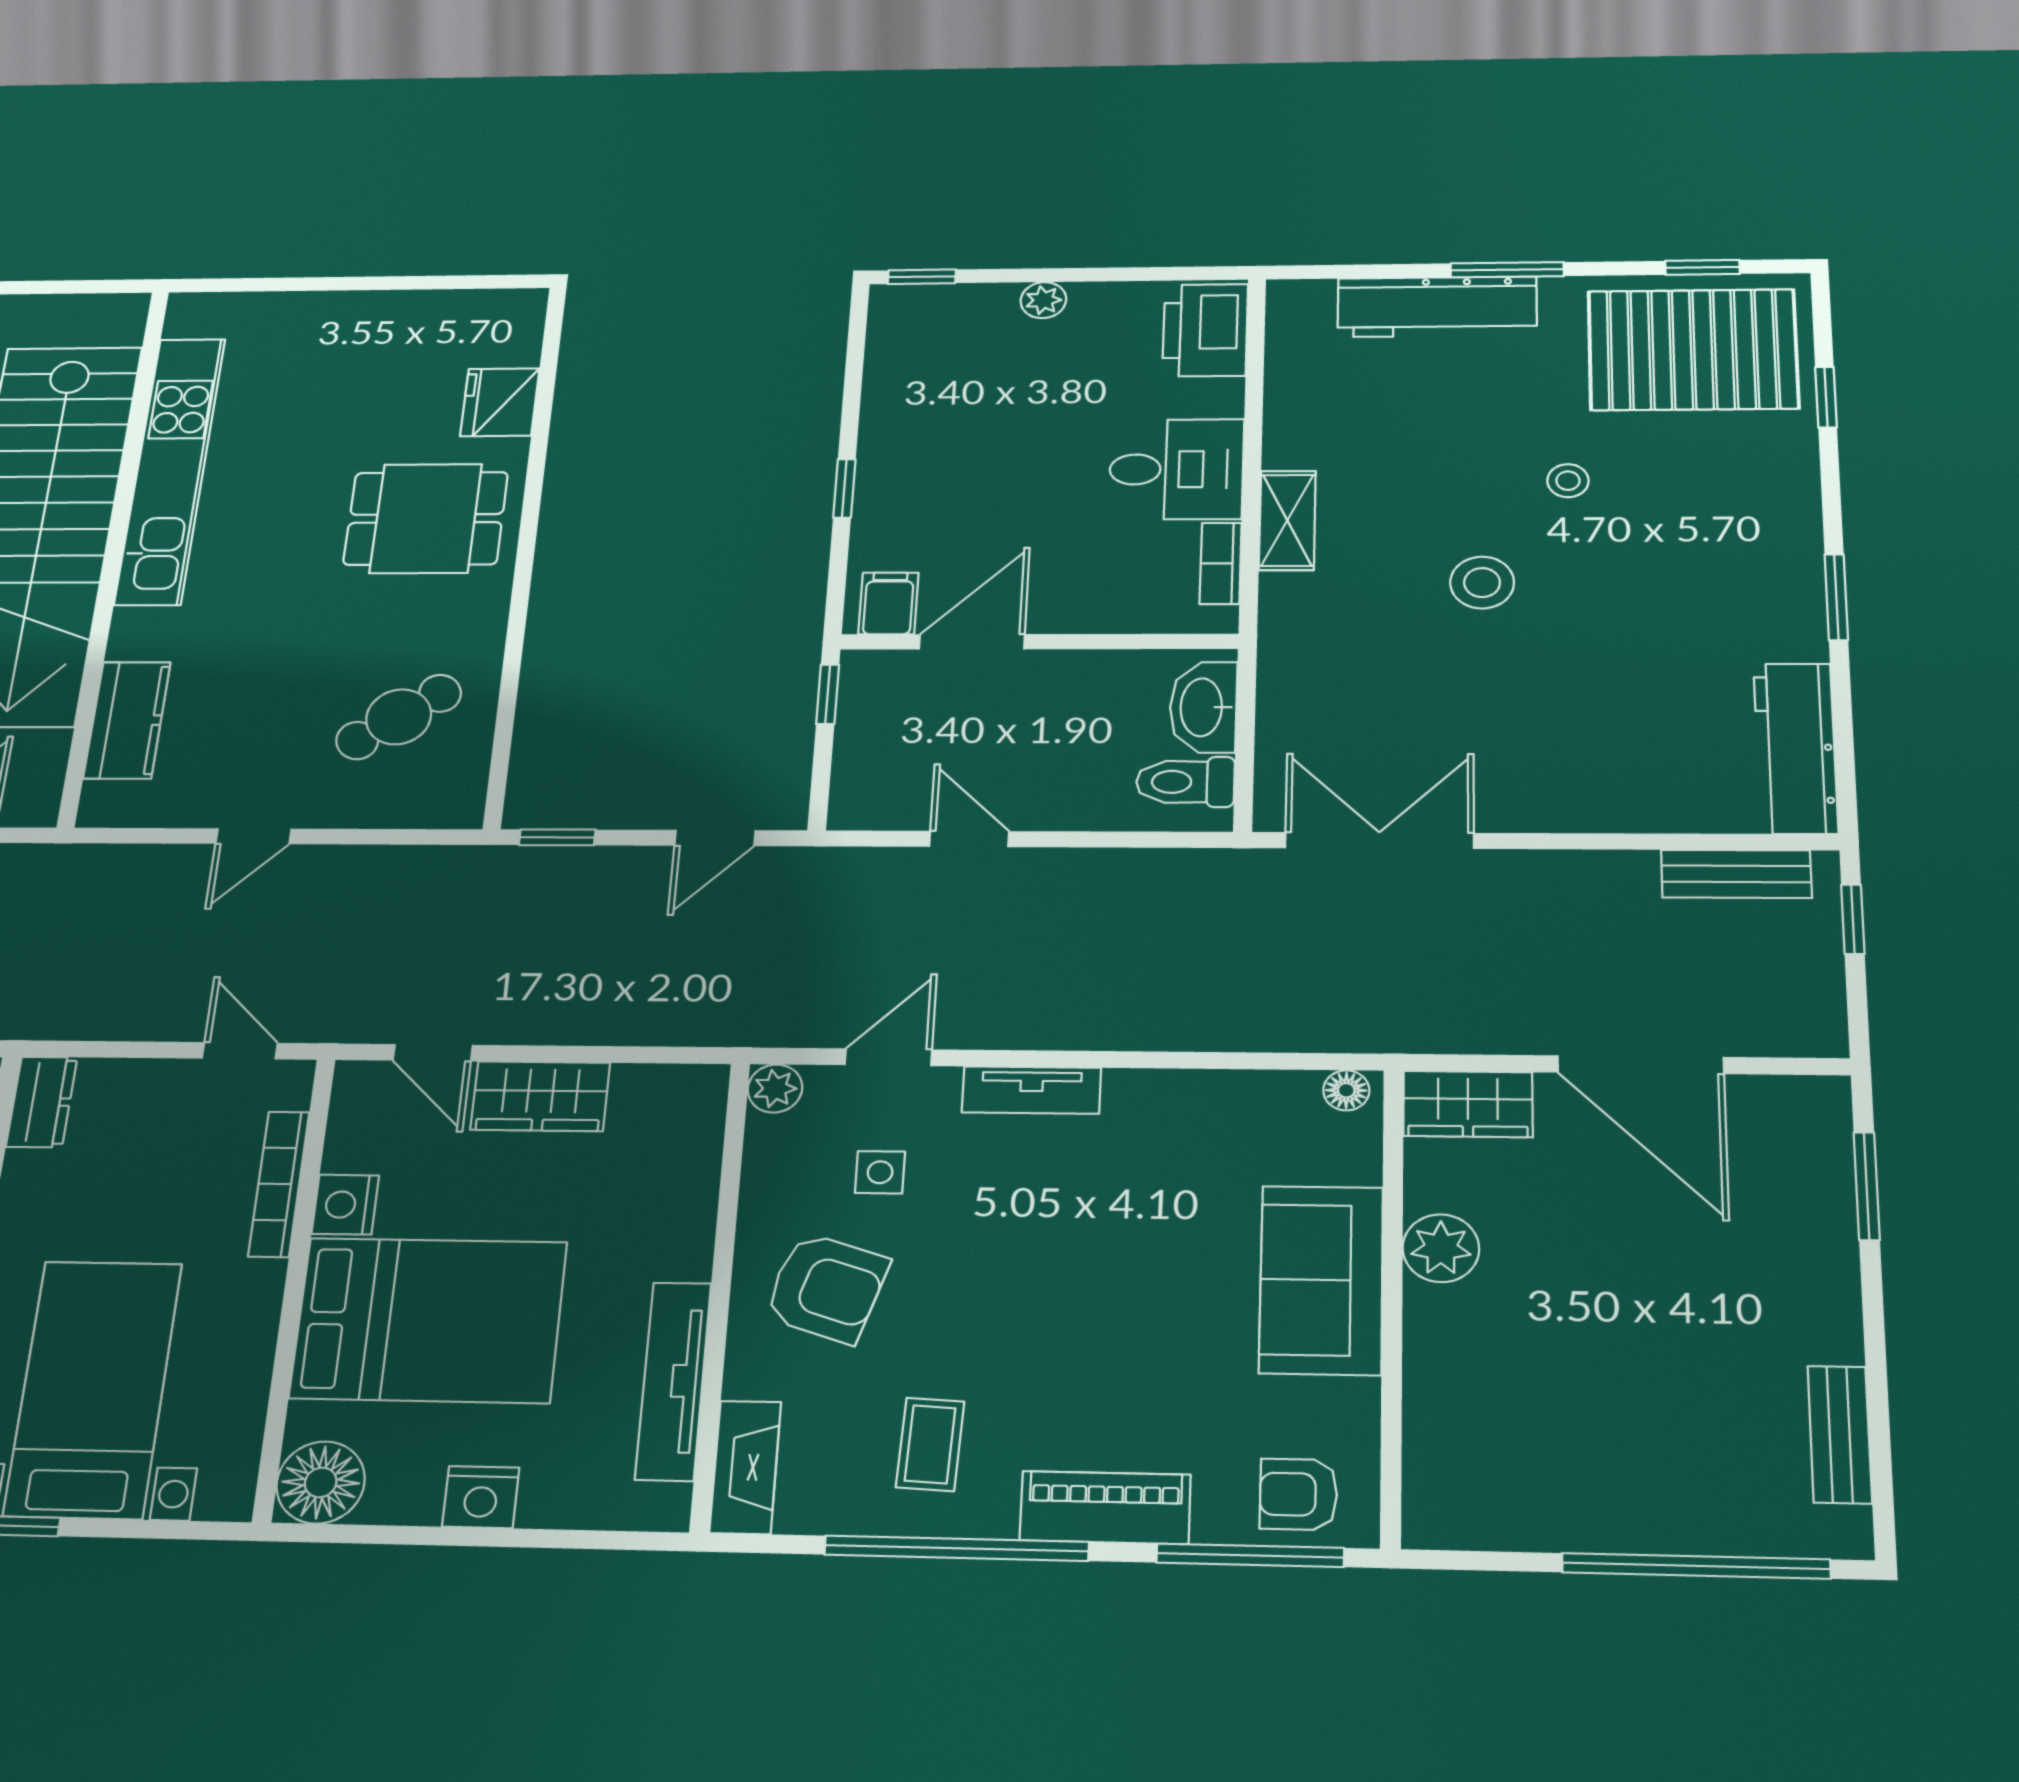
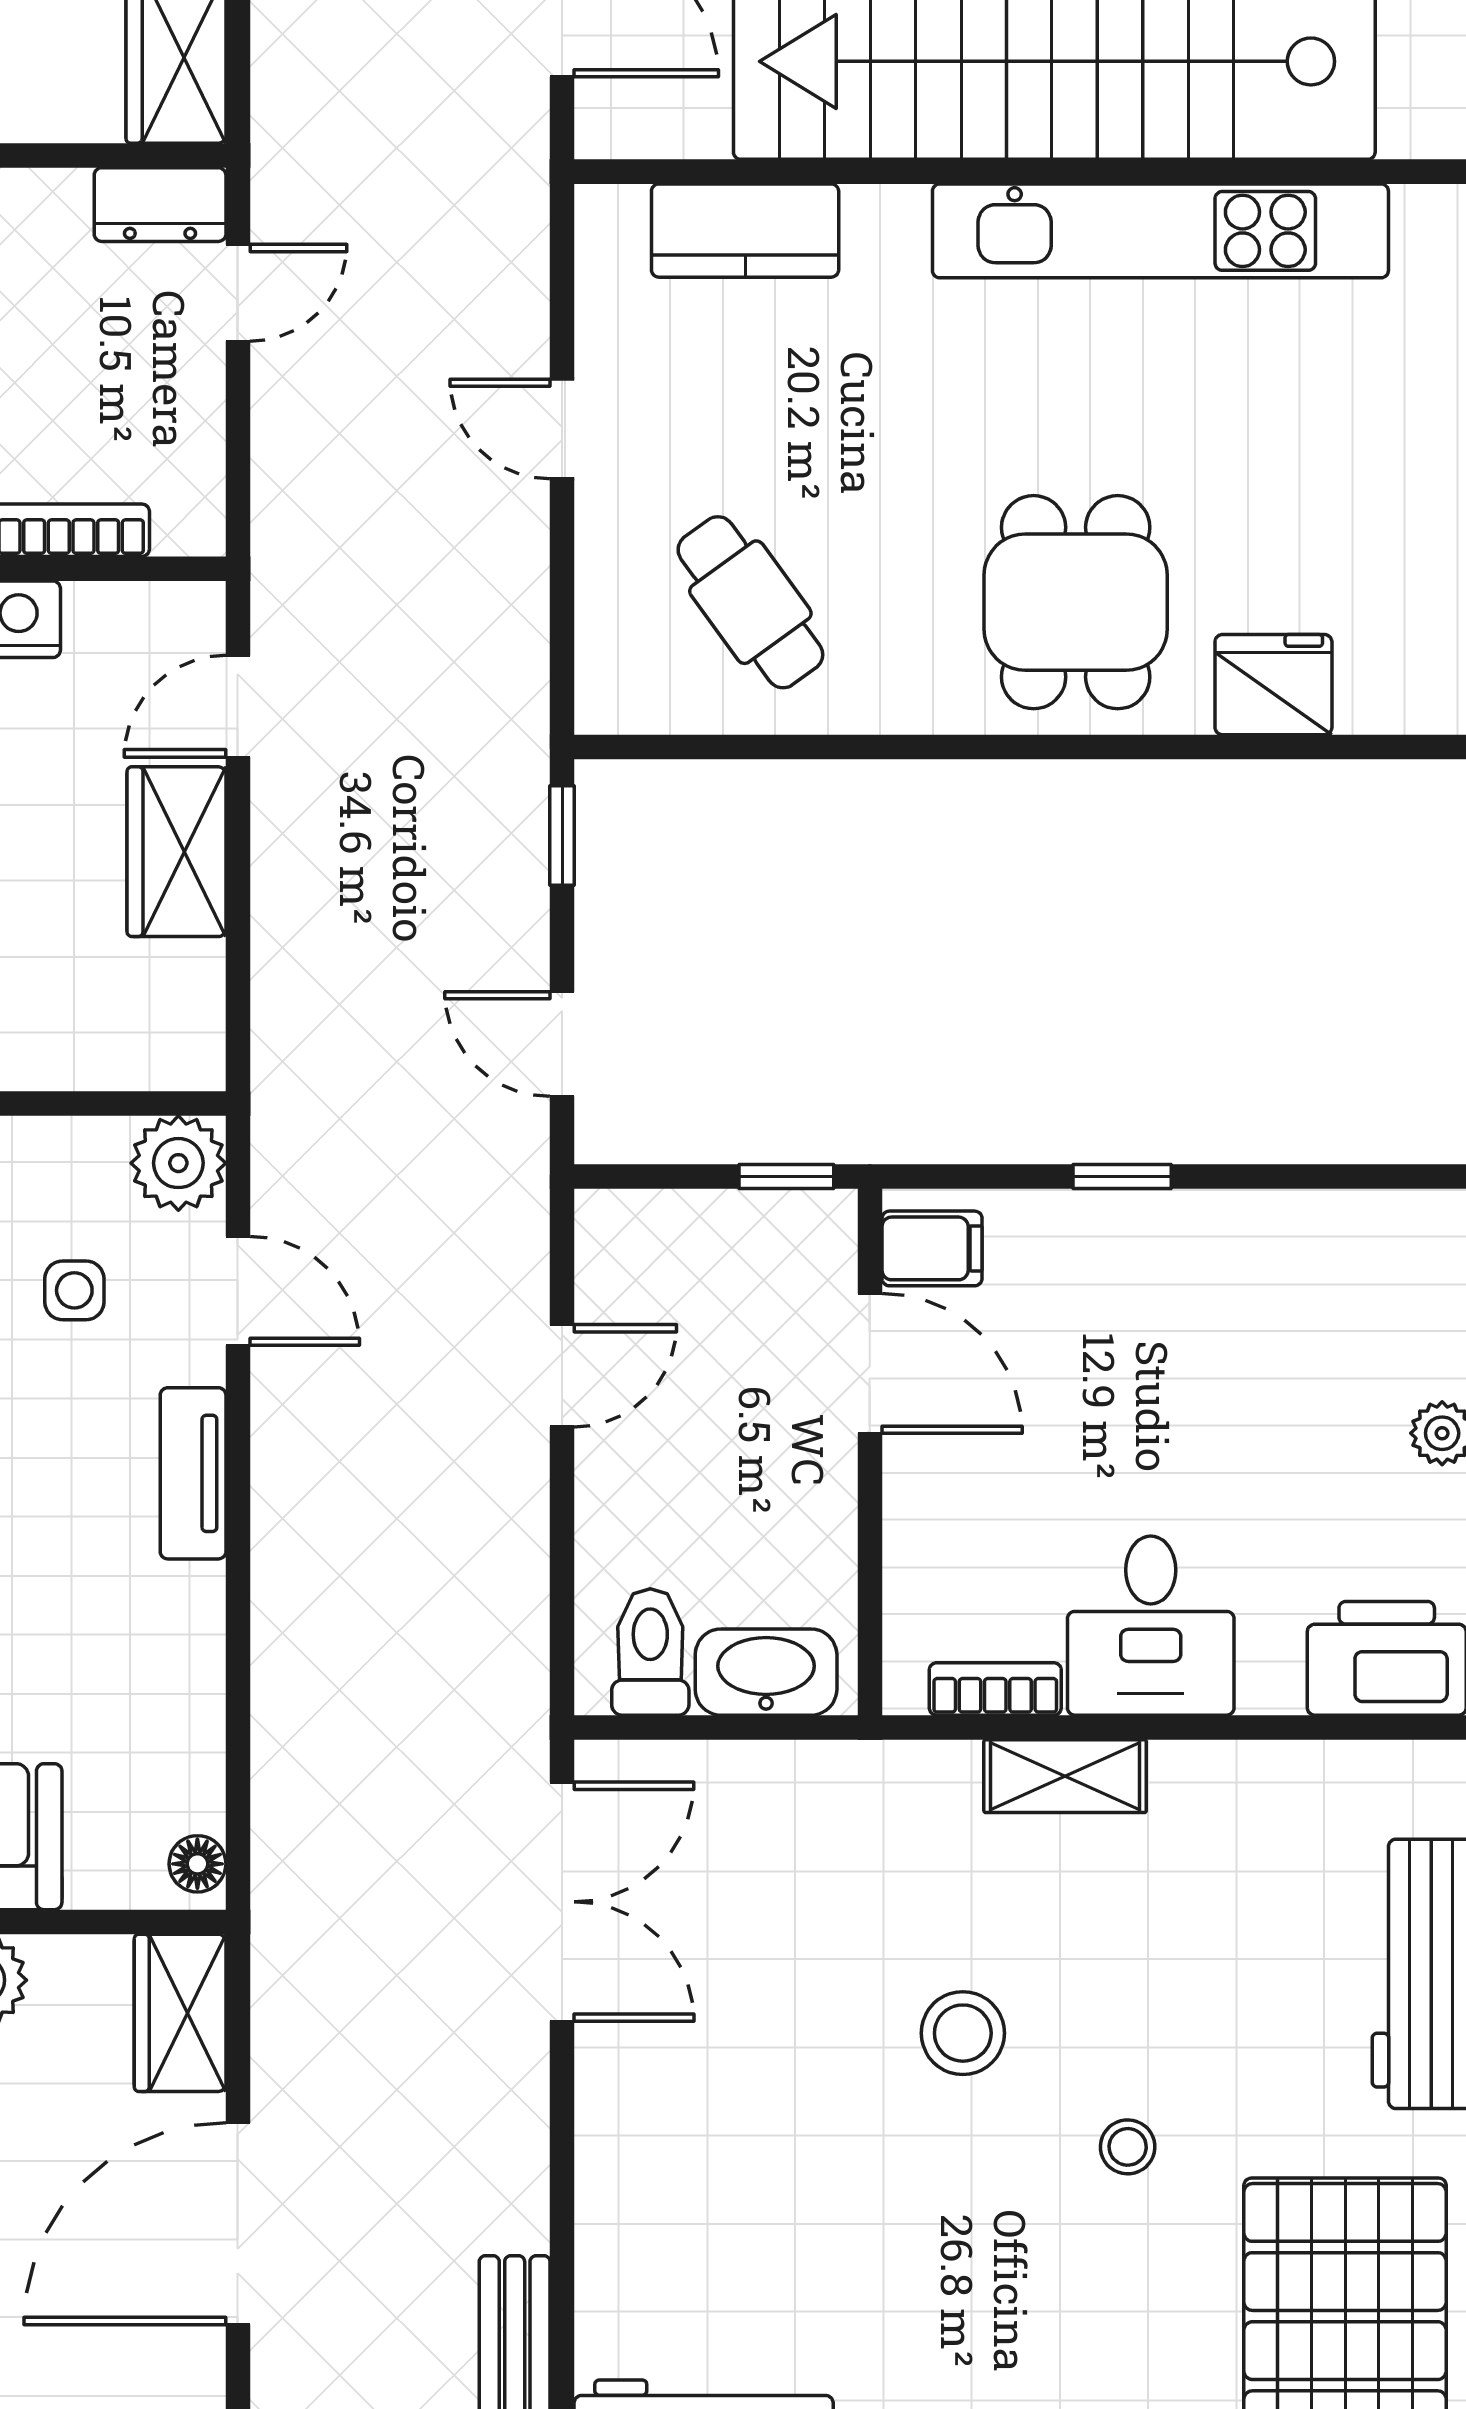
door: (240, 1051) -> (238, 293), moved
plant: (775, 1088) -> (178, 1163), width x1.38, depth x1.38

